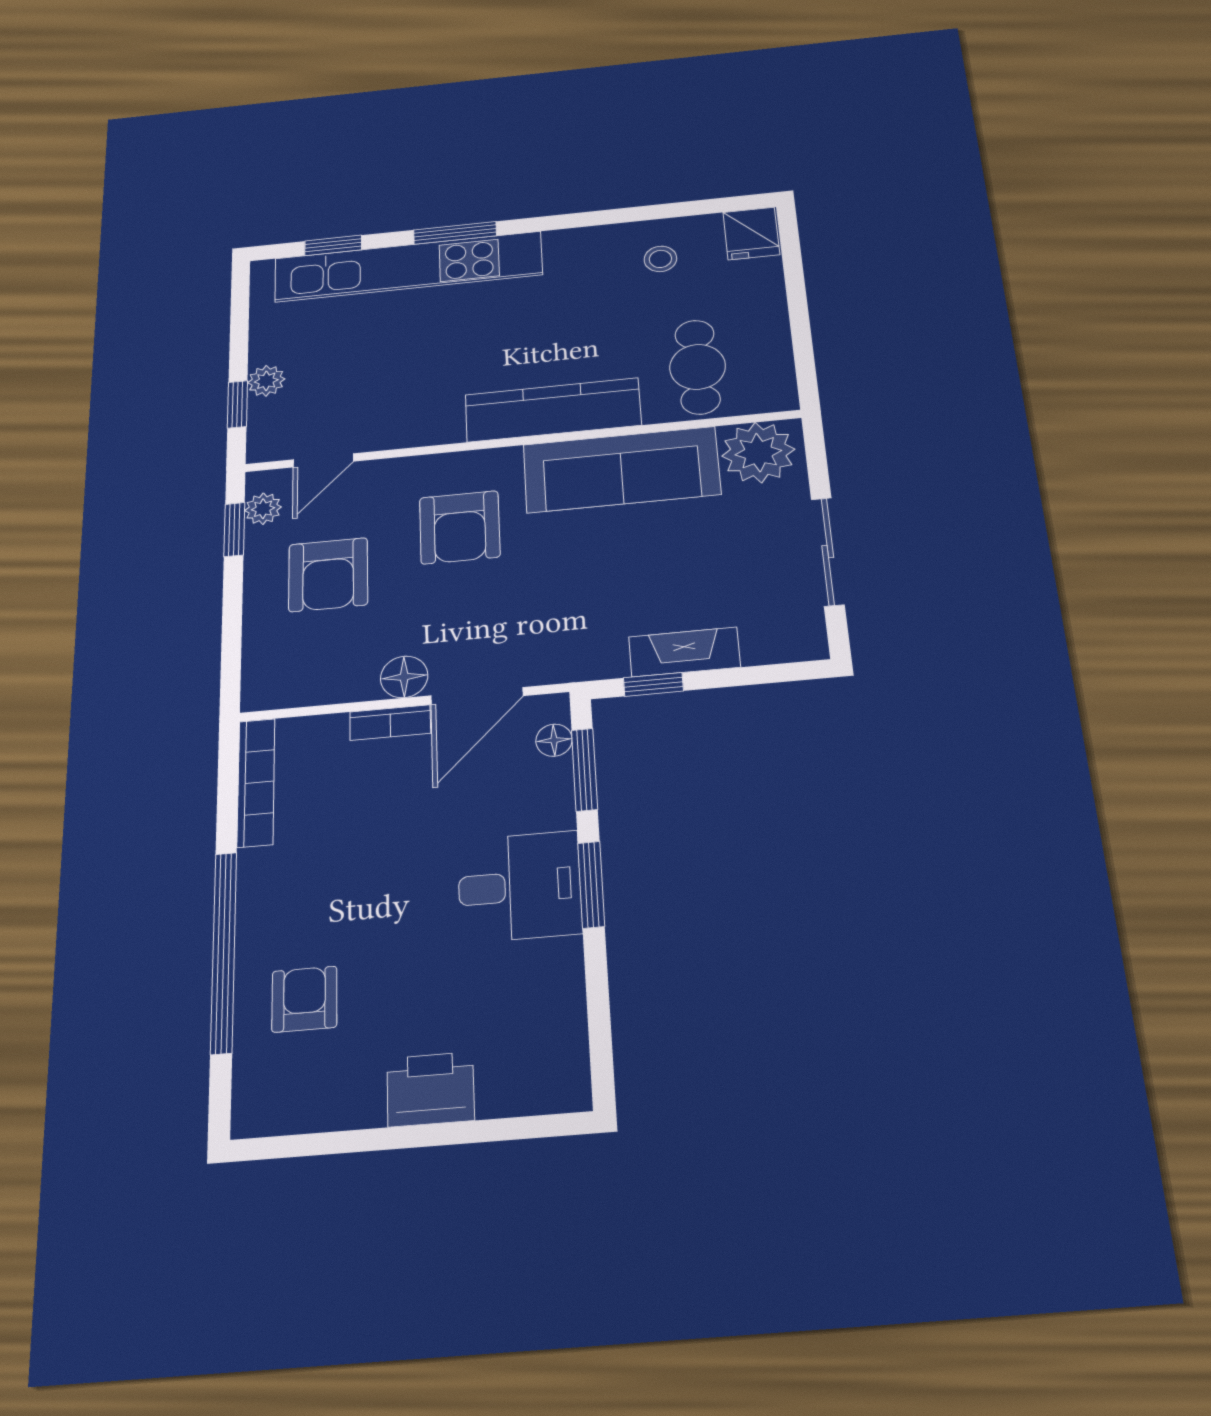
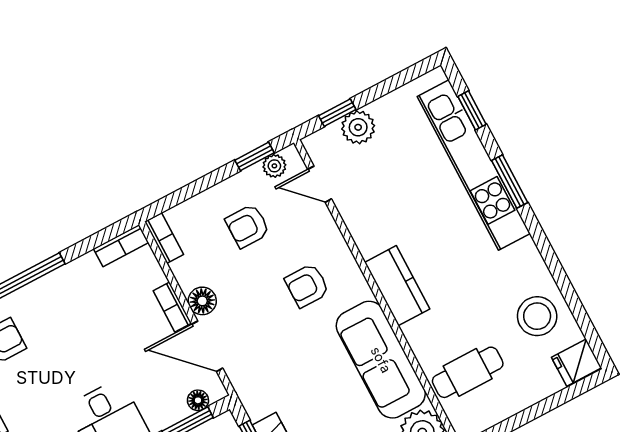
stool: (660, 259) -> (537, 316), width x1.89, depth x1.89
plant: (266, 381) -> (358, 127), width x1.38, depth x1.38
kitchen counter: (553, 410) -> (397, 286), width x0.67
armchair: (460, 527) -> (307, 285), width x0.72, depth x0.72
armchair: (328, 575) -> (248, 226), width x0.72, depth x0.72
bookcase: (280, 695) -> (164, 238), added
bookcase: (256, 782) -> (121, 246), width x0.64

